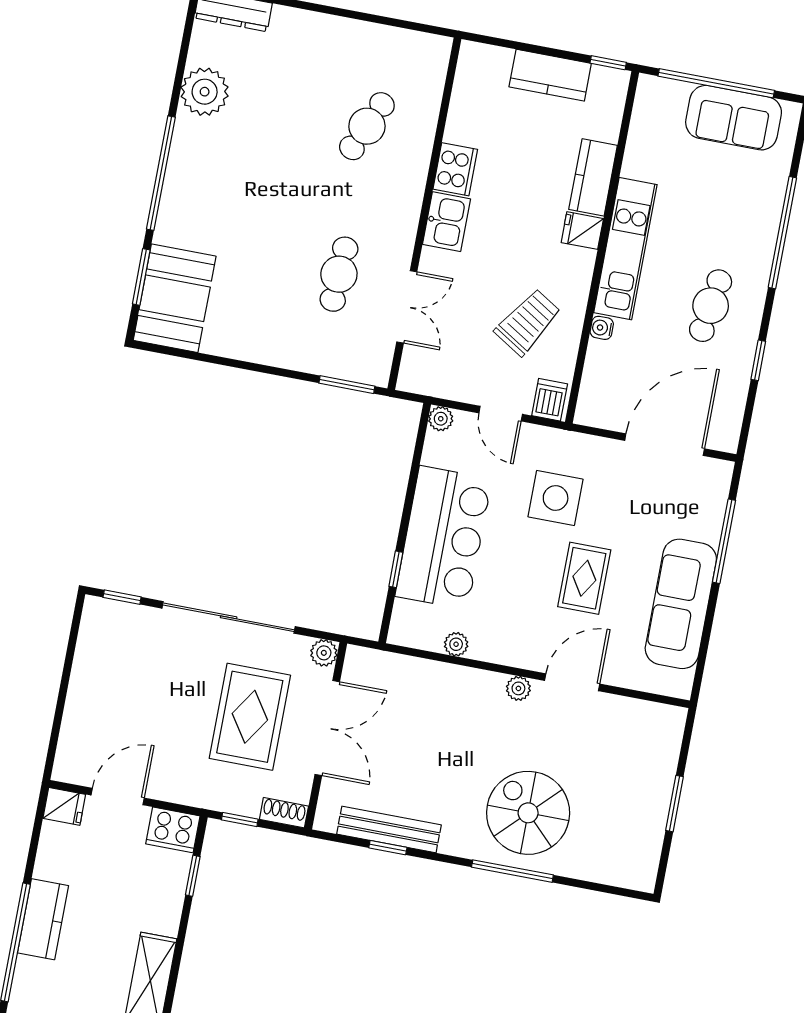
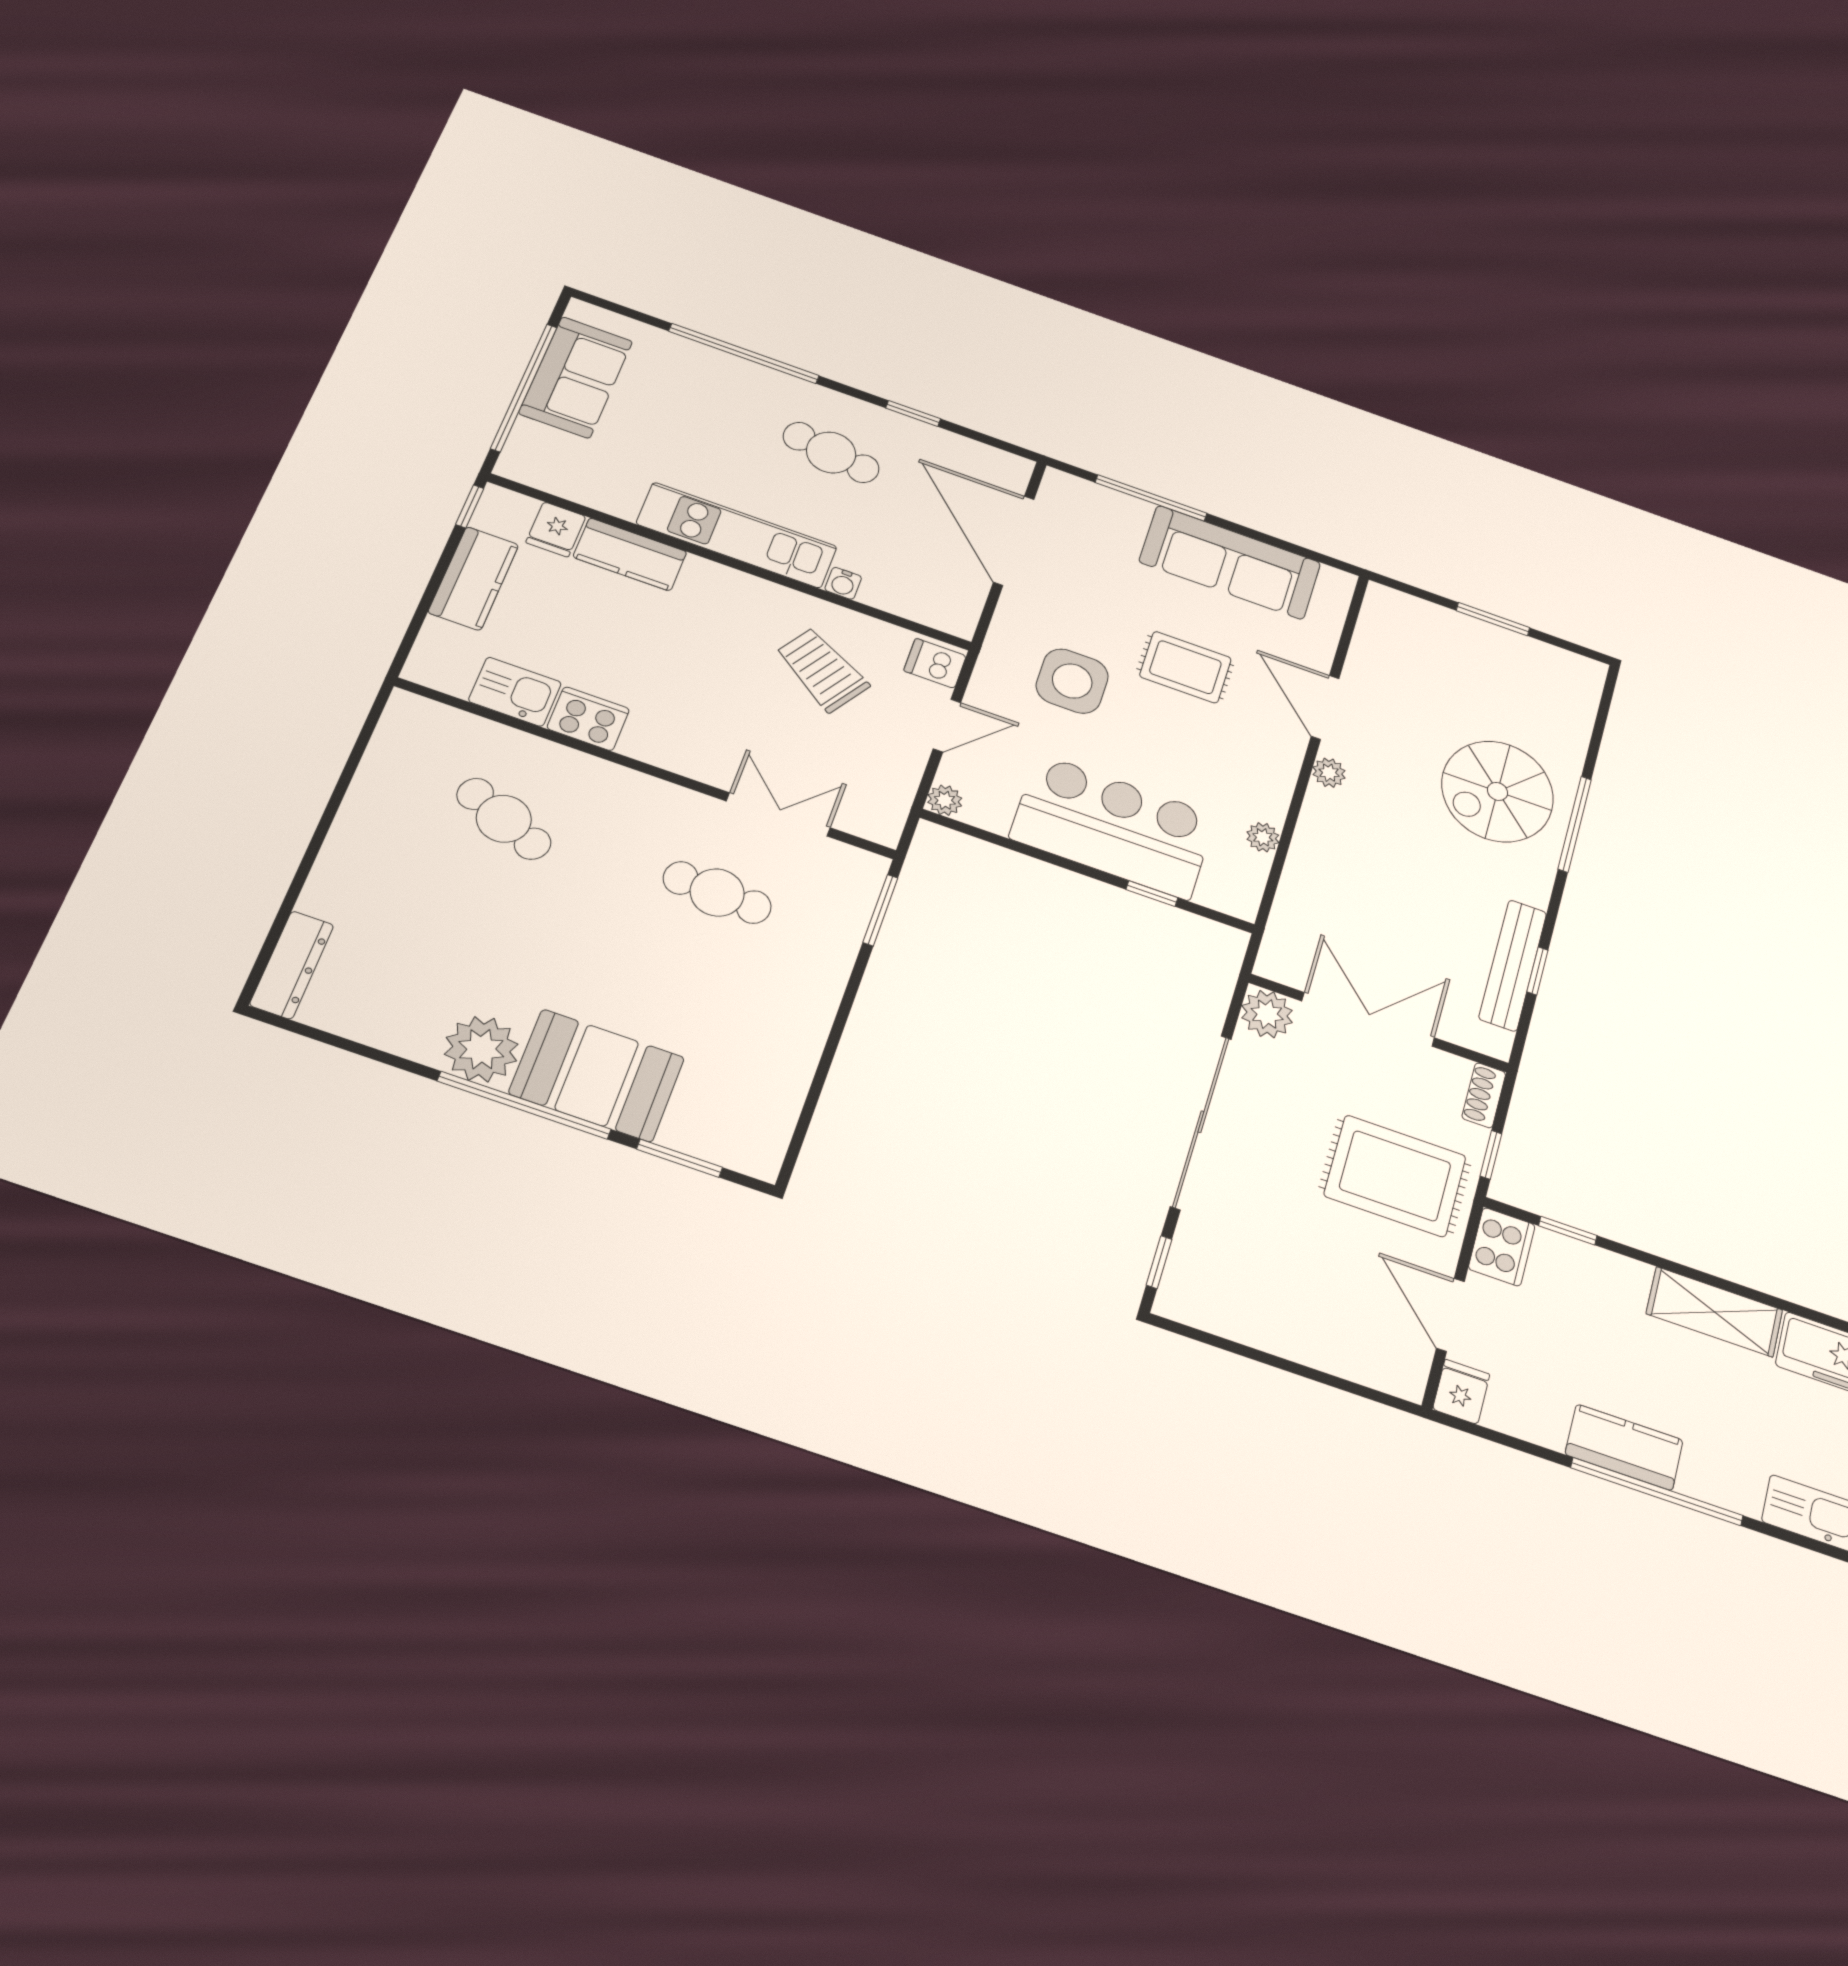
plant: (205, 92) -> (481, 1049), moved
kitchen sink: (447, 222) -> (515, 692), moved
fridge: (582, 231) -> (556, 529), moved
booth: (175, 298) -> (597, 1075), moved
plant: (324, 653) -> (1267, 1014), width x1.38, depth x1.38
rug: (250, 717) -> (1395, 1176), moved

